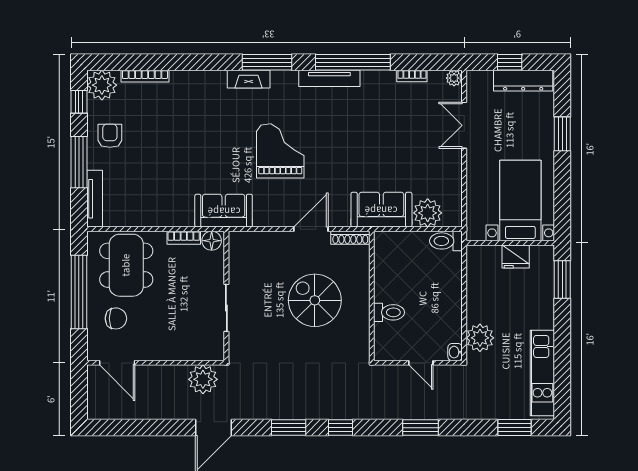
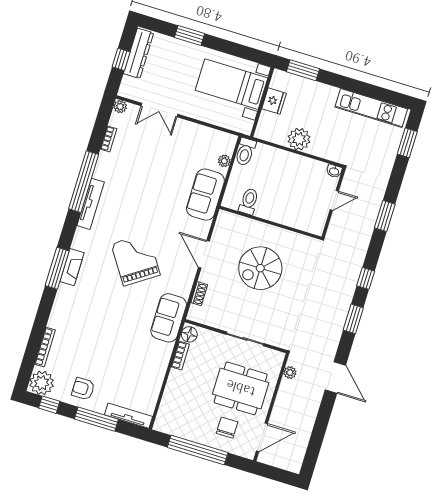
window: (267, 62) -> (57, 268), moved
grand piano: (280, 151) -> (136, 259), turned 56
plant: (428, 213) -> (224, 161), width x0.53, depth x0.53
shoe rack: (350, 238) -> (199, 294), moved, width x0.70
dining table: (126, 265) -> (241, 388), moved
toilet: (389, 312) -> (249, 201), moved
plant: (480, 338) -> (299, 139), moved
plant: (203, 379) -> (290, 373), width x0.53, depth x0.53

